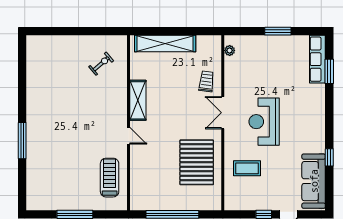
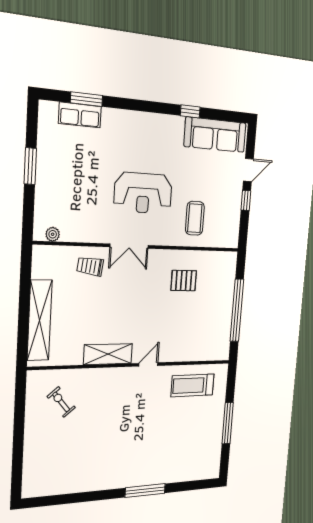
row of seats: (317, 59) -> (80, 115), width x0.68
pallet: (197, 162) -> (184, 281), width x0.49, depth x0.50

